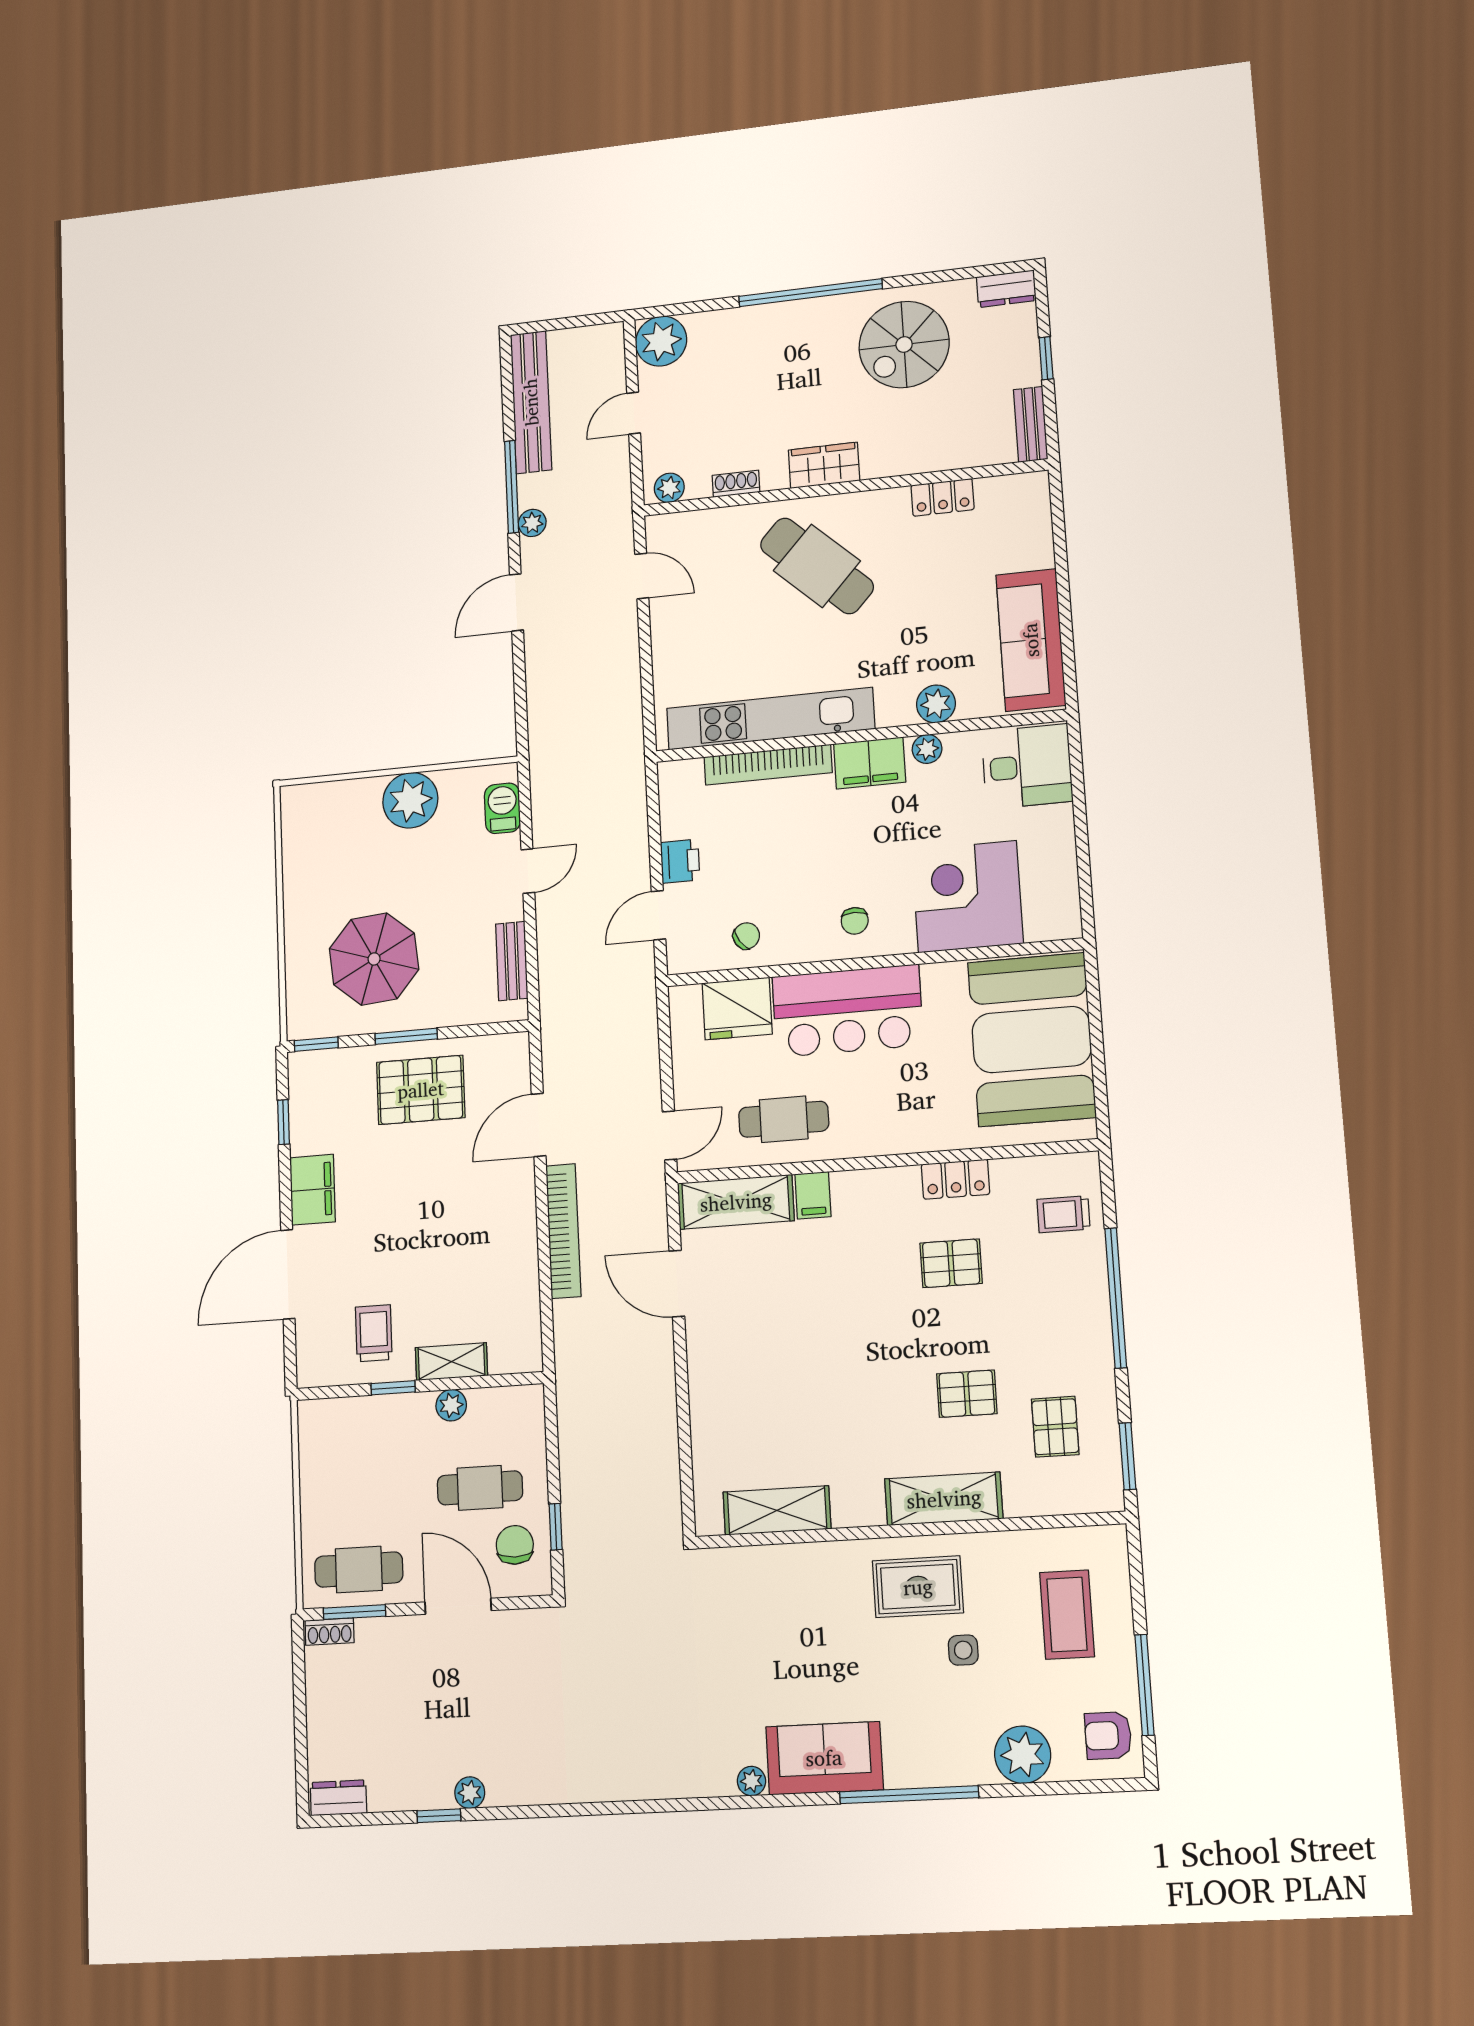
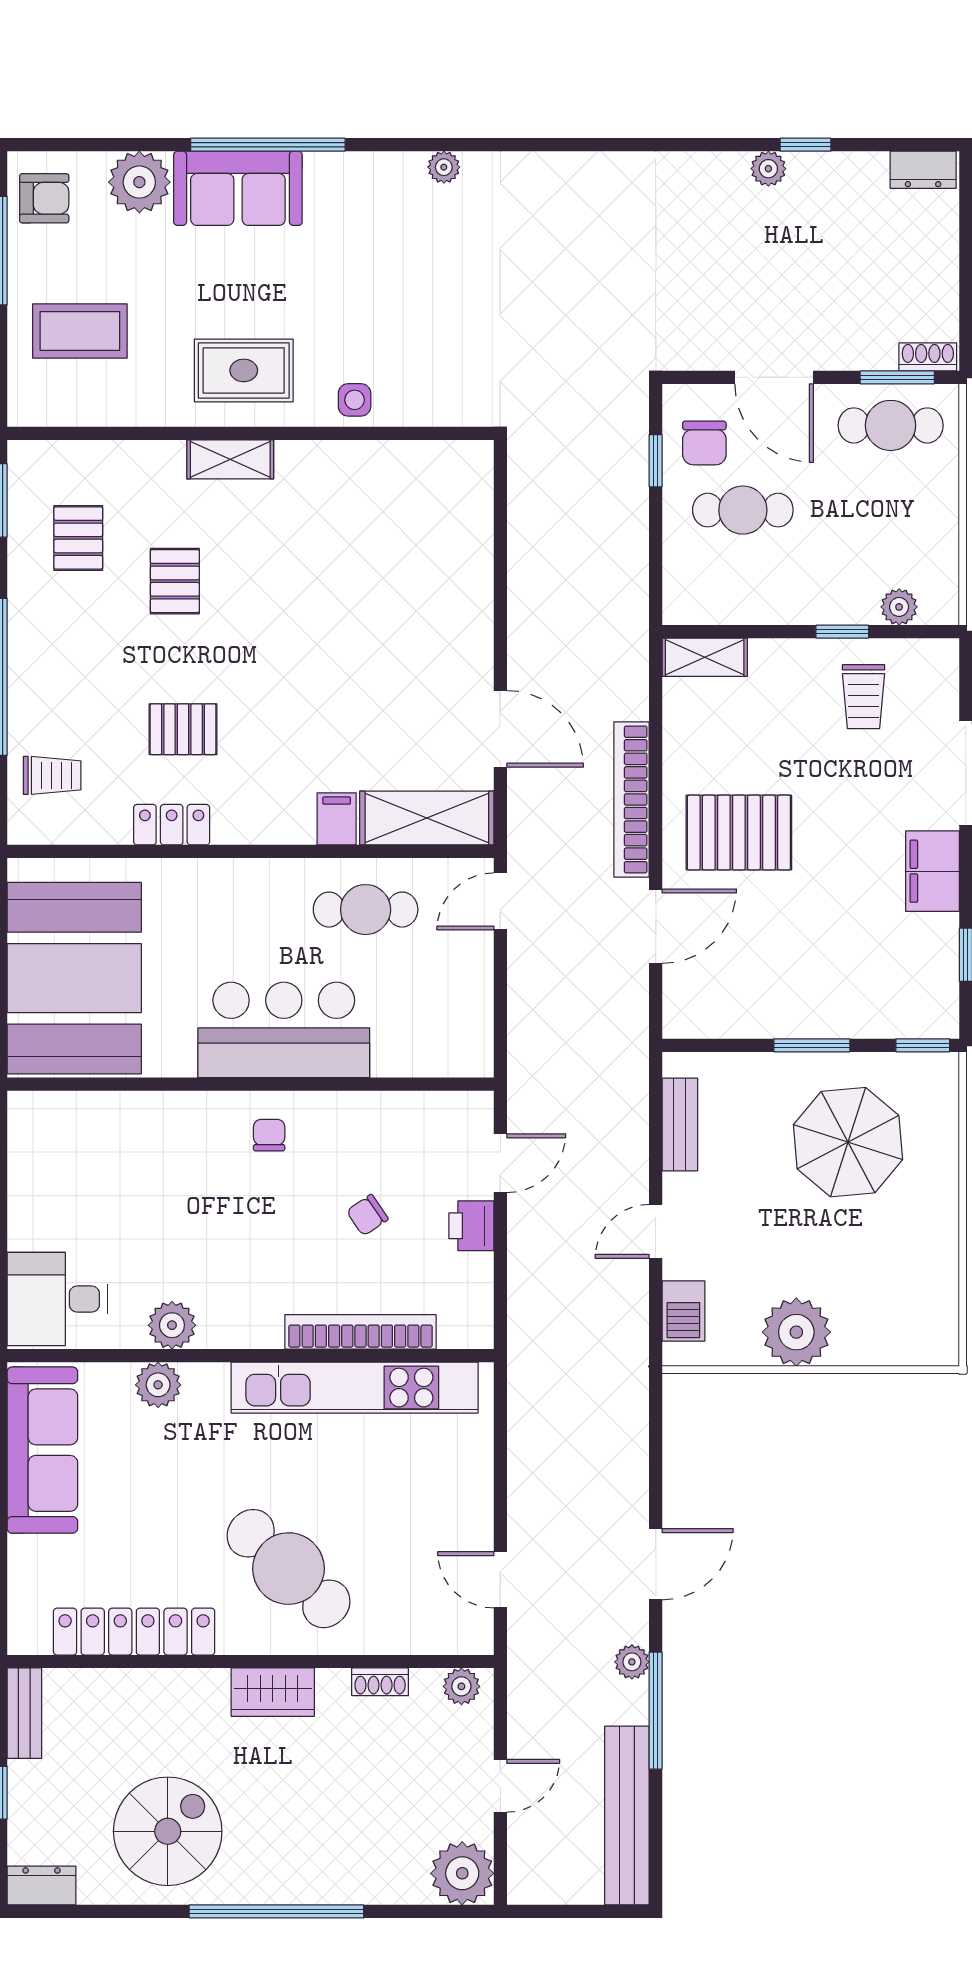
locker: (943, 497) -> (134, 1632), width x2.16, depth x1.21
plant: (927, 749) -> (172, 1325), width x1.38, depth x1.38
filing cabinet: (870, 763) -> (240, 1322), removed
corner desk: (967, 897) -> (137, 1151), removed
chair: (746, 936) -> (367, 1215), moved
fridge: (737, 1009) -> (413, 1044), removed
pallet: (421, 1090) -> (739, 833), moved
shelving: (451, 1362) -> (705, 657), moved
pallet: (967, 1394) -> (175, 581), turned 90
plant: (451, 1405) -> (899, 607), moved
shelving: (944, 1499) -> (230, 459), width x0.67, depth x0.75
shelving: (777, 1510) -> (398, 464), removed
coffee table: (1067, 1615) -> (80, 331), turned 90
side table: (963, 1650) -> (355, 400), moved
sofa: (824, 1758) -> (238, 188), moved

